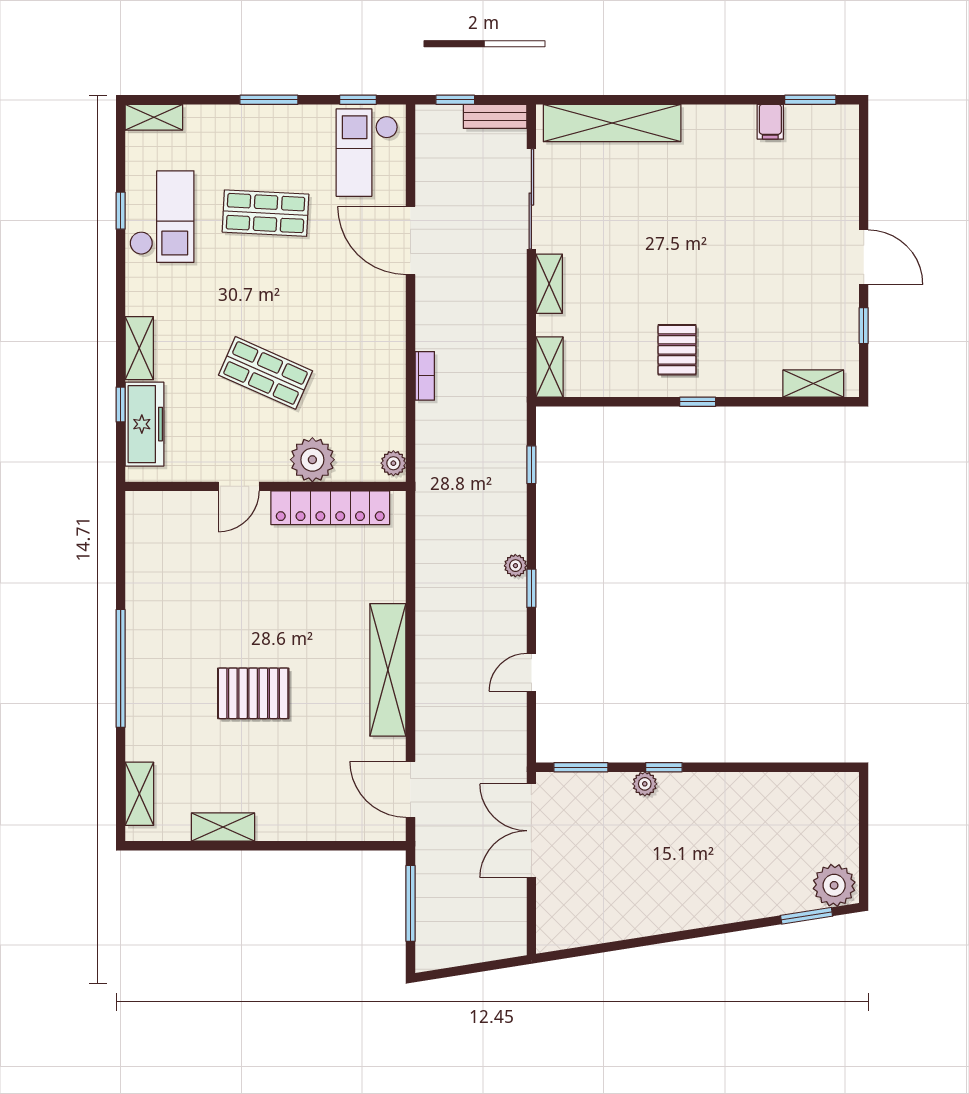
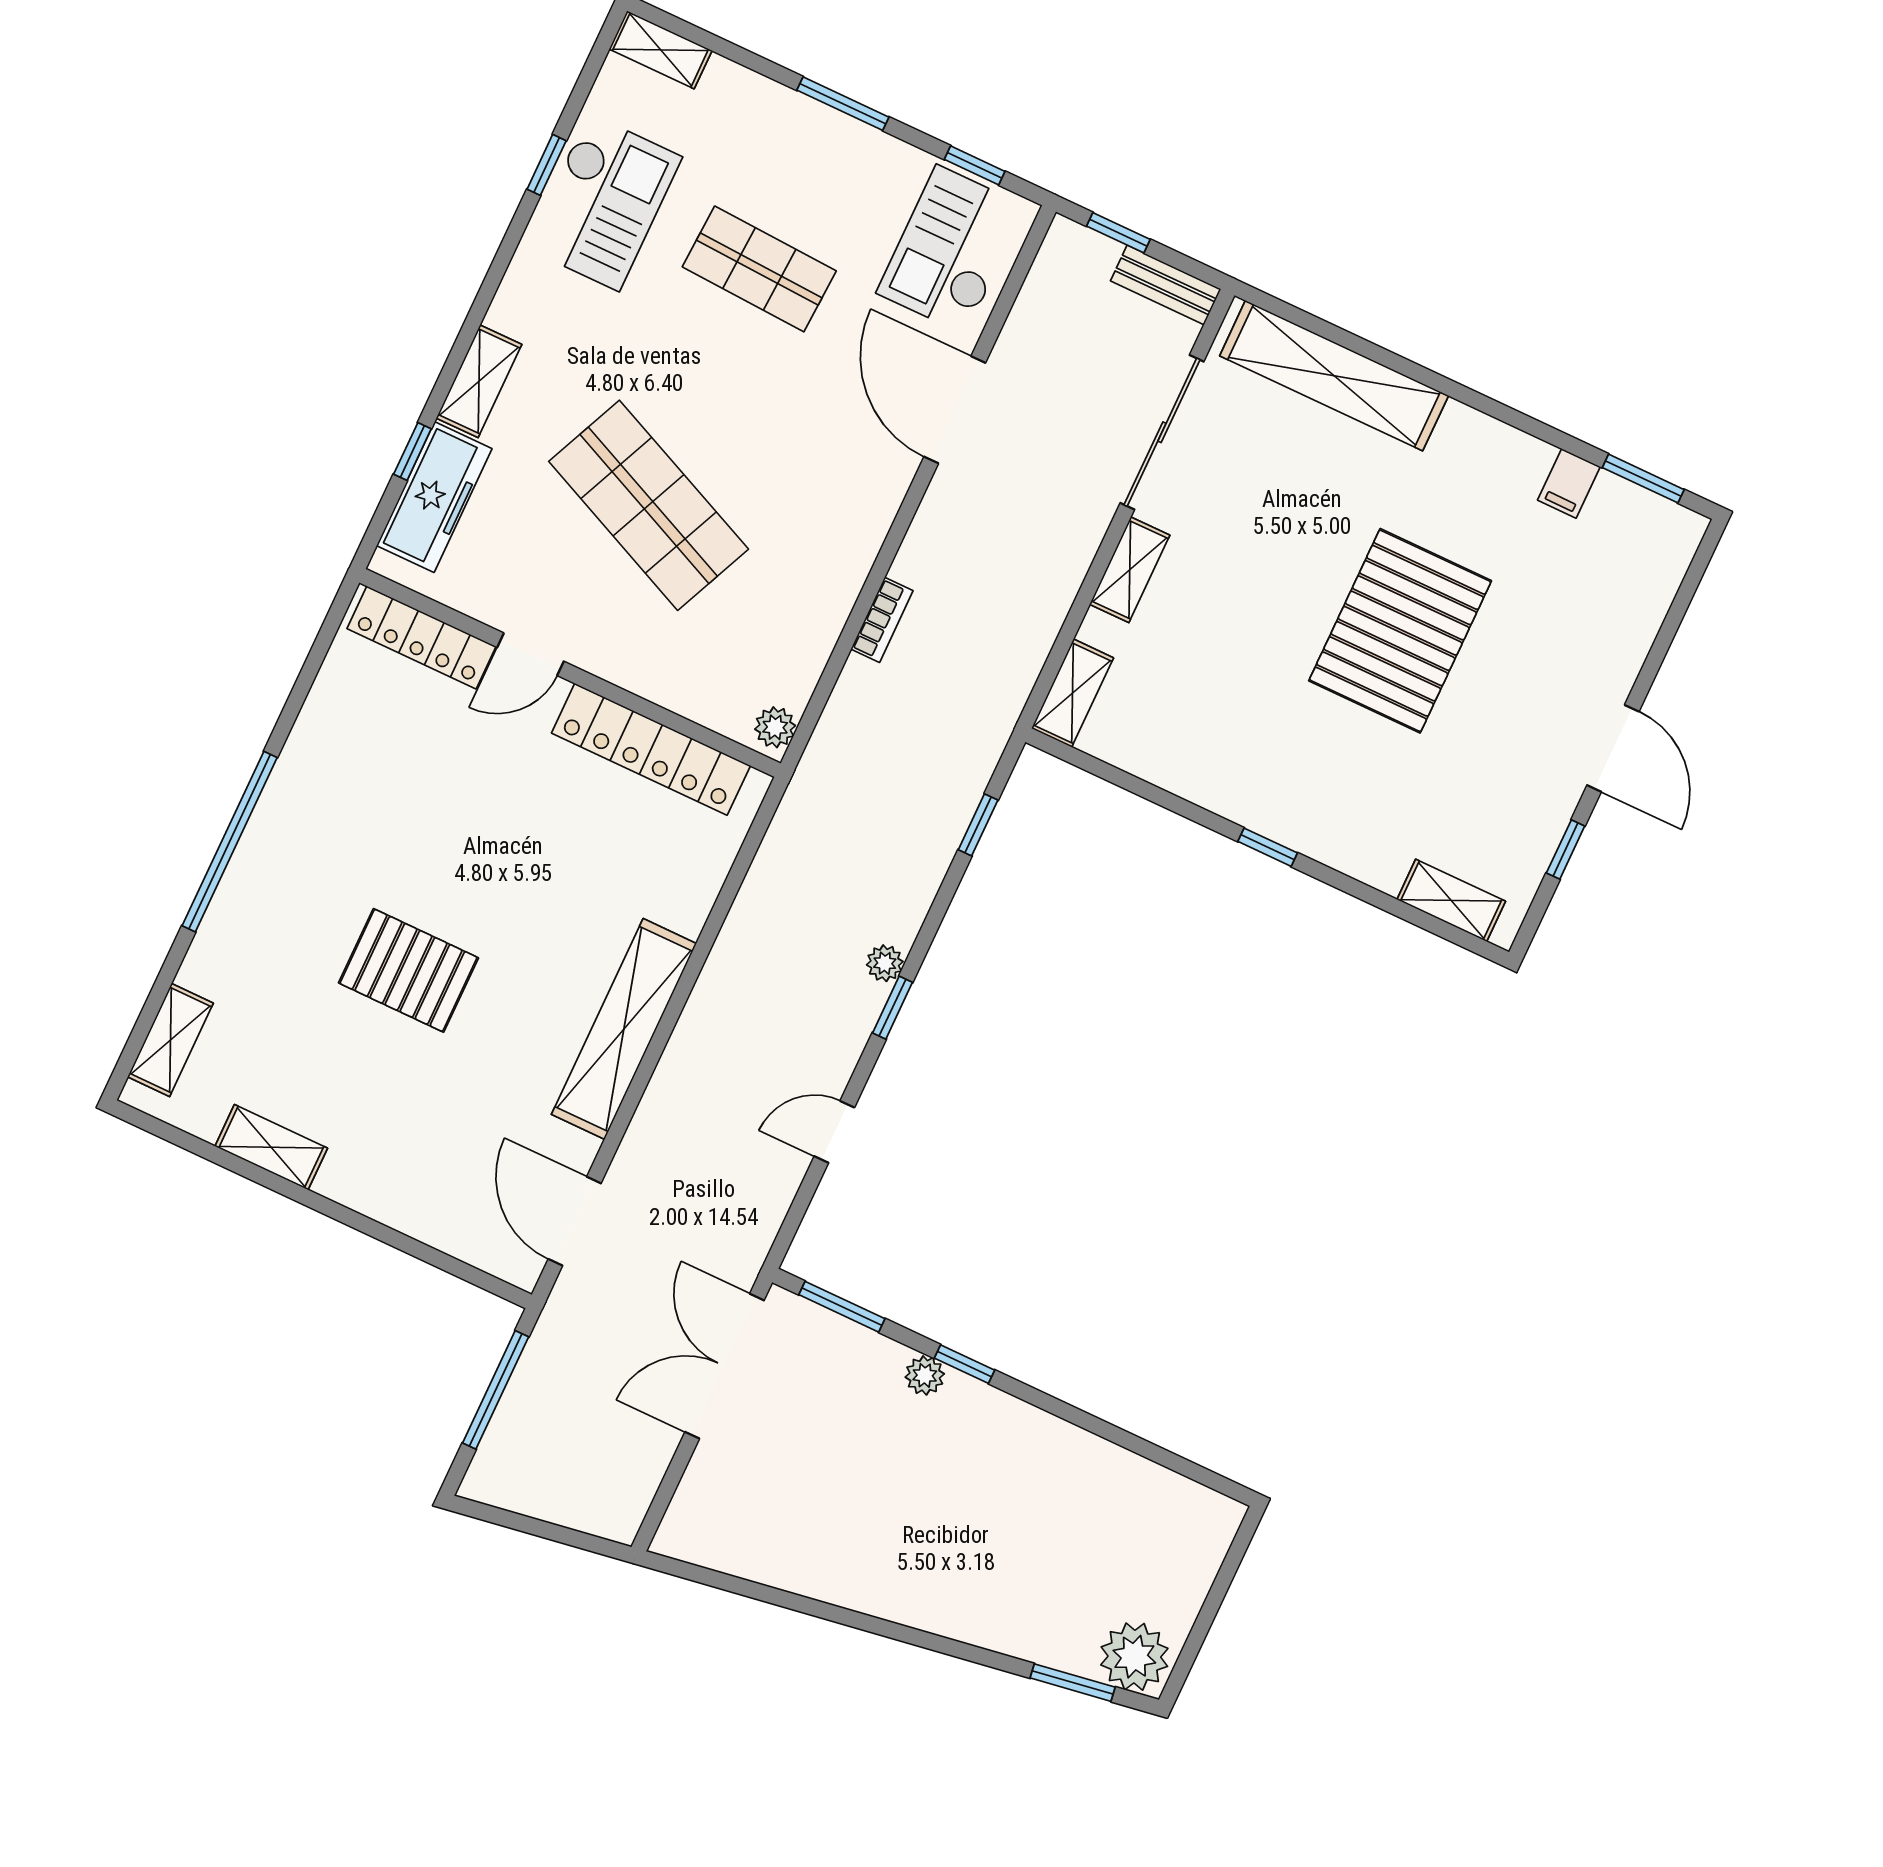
pallet: (677, 350) -> (1400, 631), moved, width x2.05, depth x2.00
shop shelf: (266, 373) -> (649, 505), width x1.43, depth x1.36
plant: (312, 460) -> (658, 666), removed
locker: (174, 505) -> (422, 638), added

